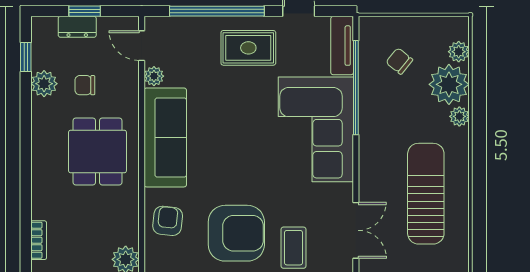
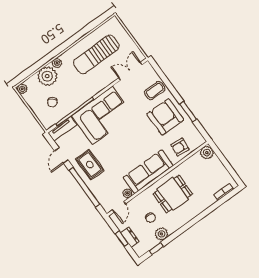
plant: (459, 52) -> (22, 89), moved

